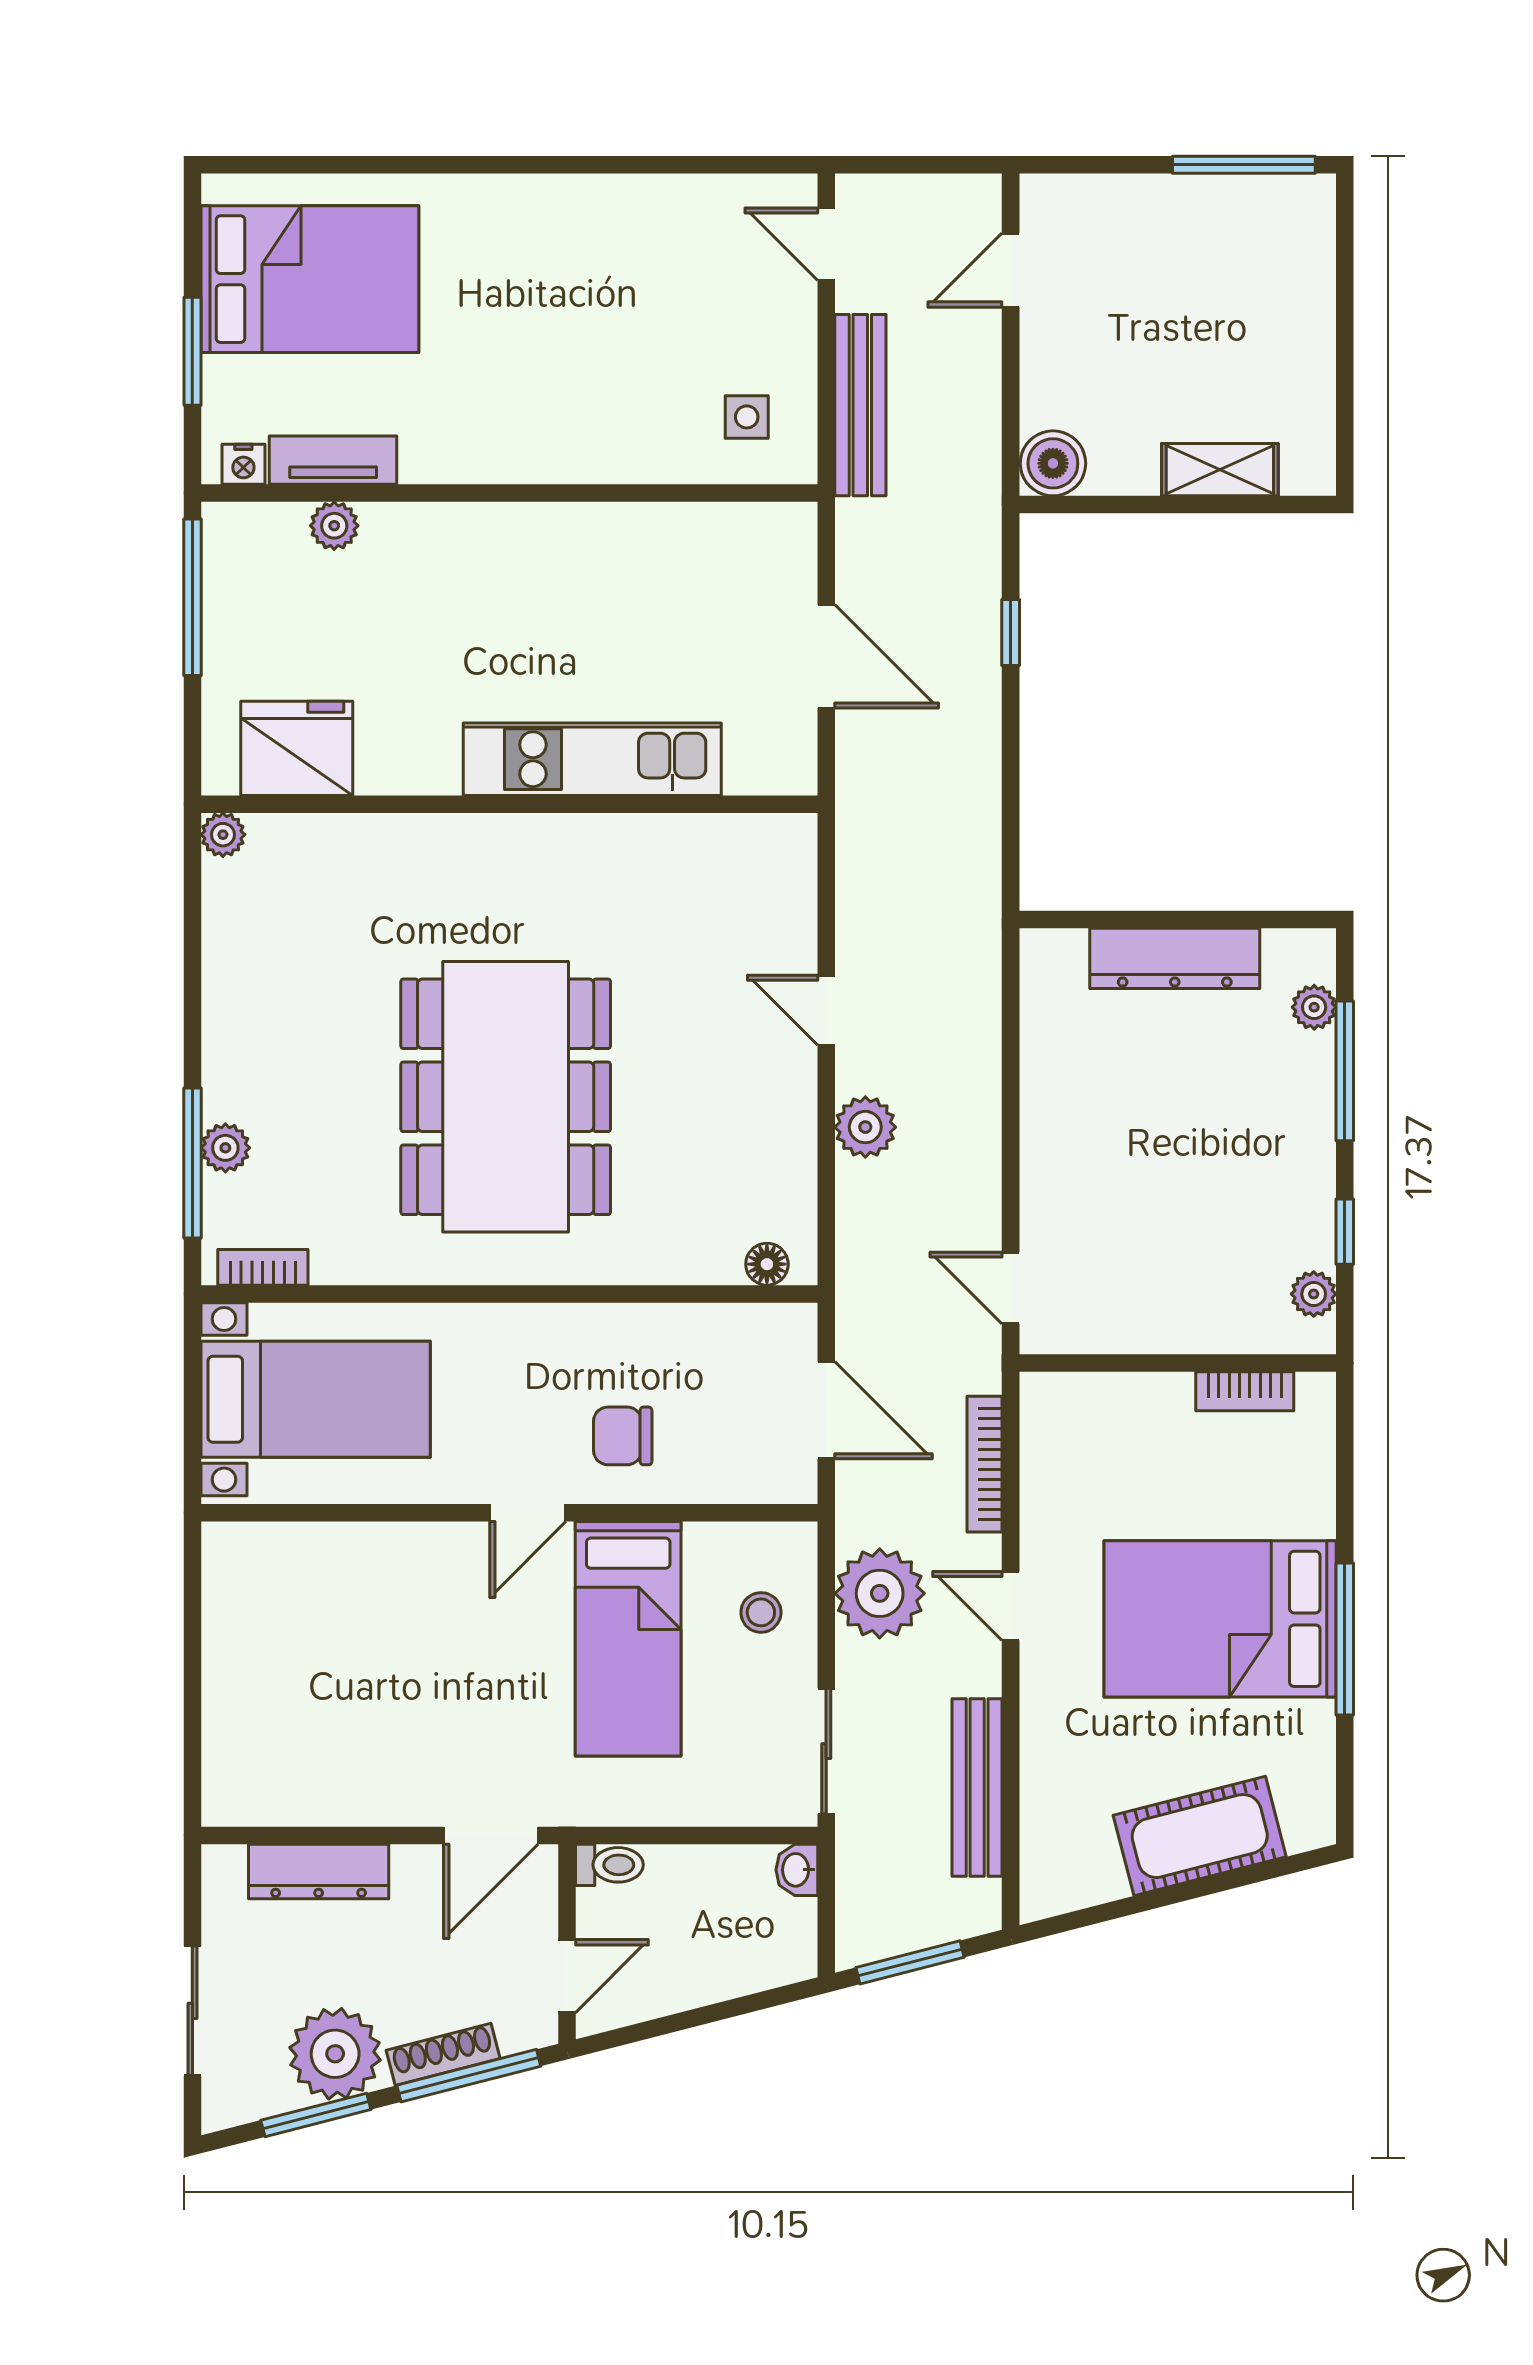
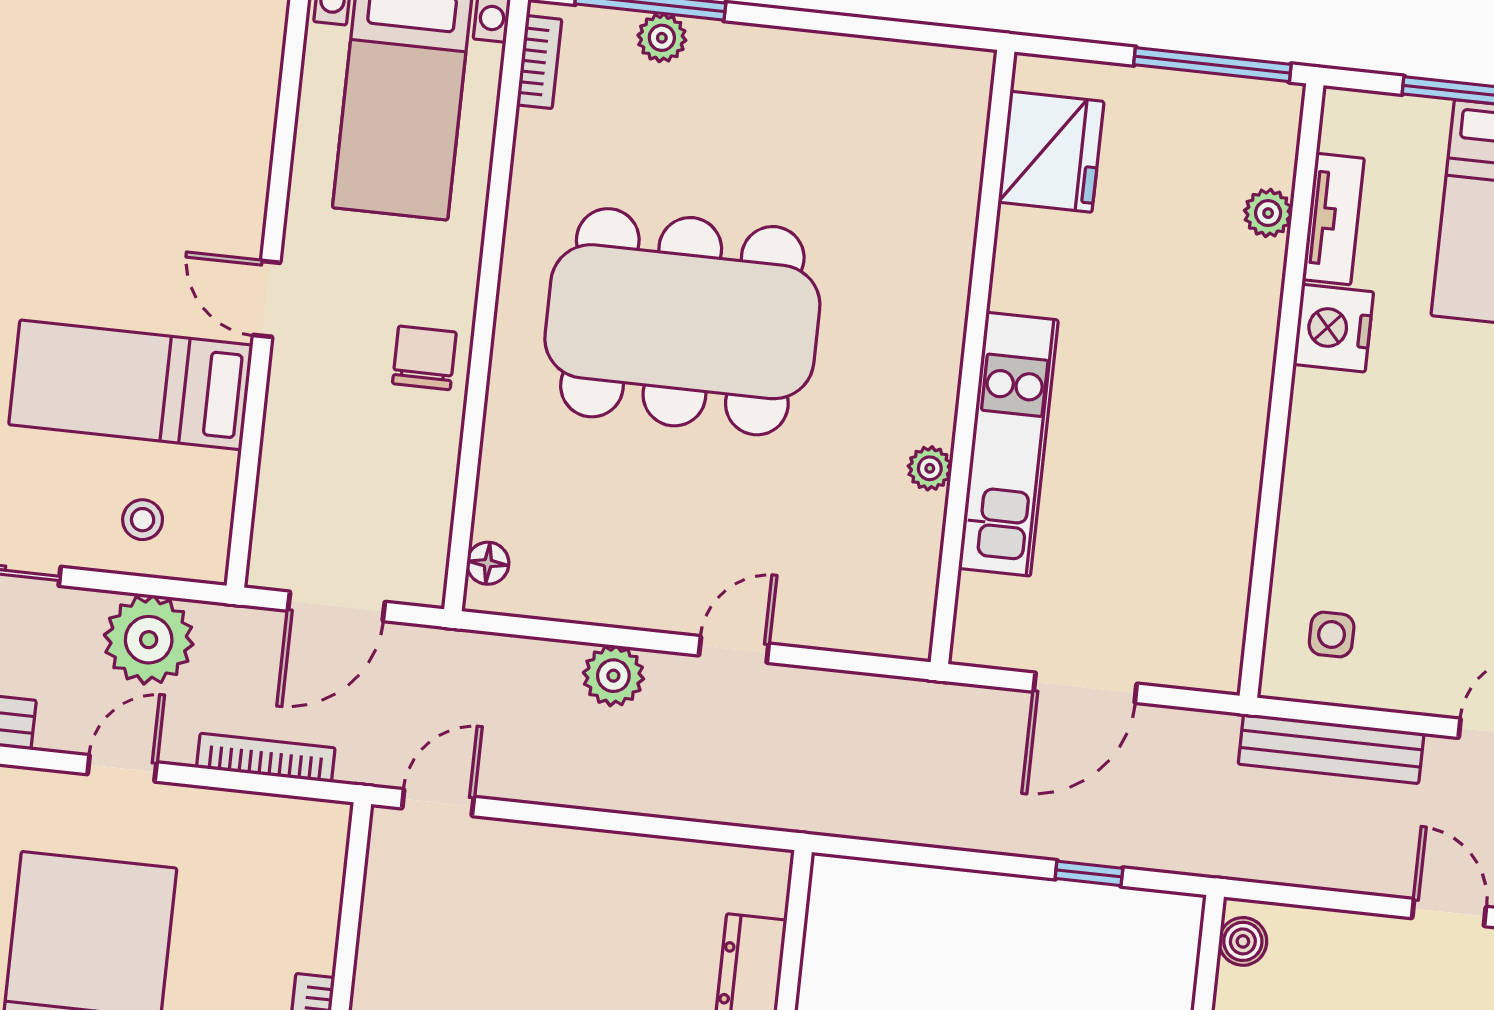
boiler: (1053, 463) -> (1243, 941), width x0.73, depth x0.73
nightstand: (243, 464) -> (1333, 328), moved, width x1.89, depth x1.79
plant: (223, 835) -> (930, 468), moved
chair: (623, 1436) -> (424, 358), moved

